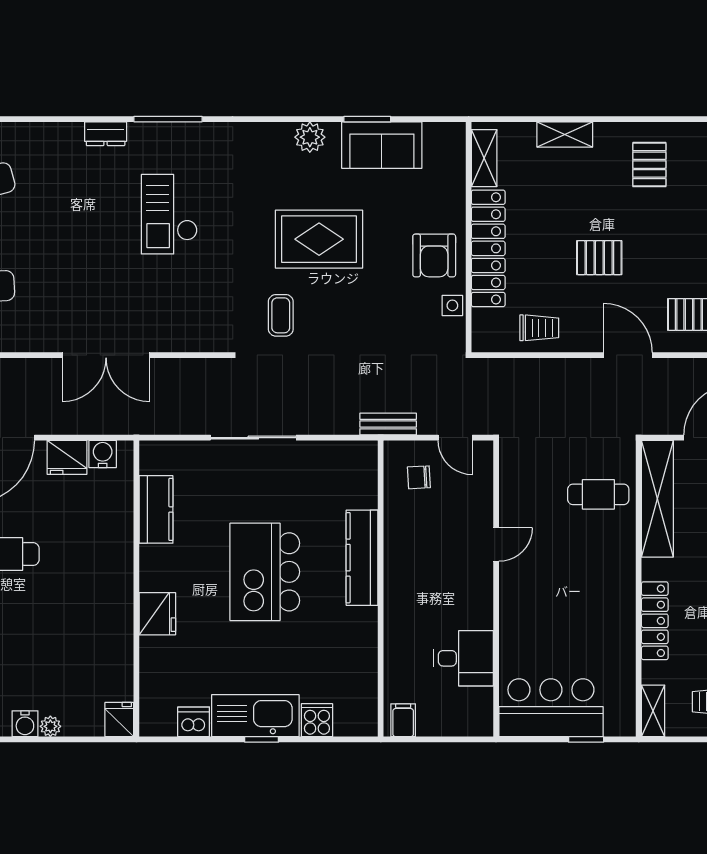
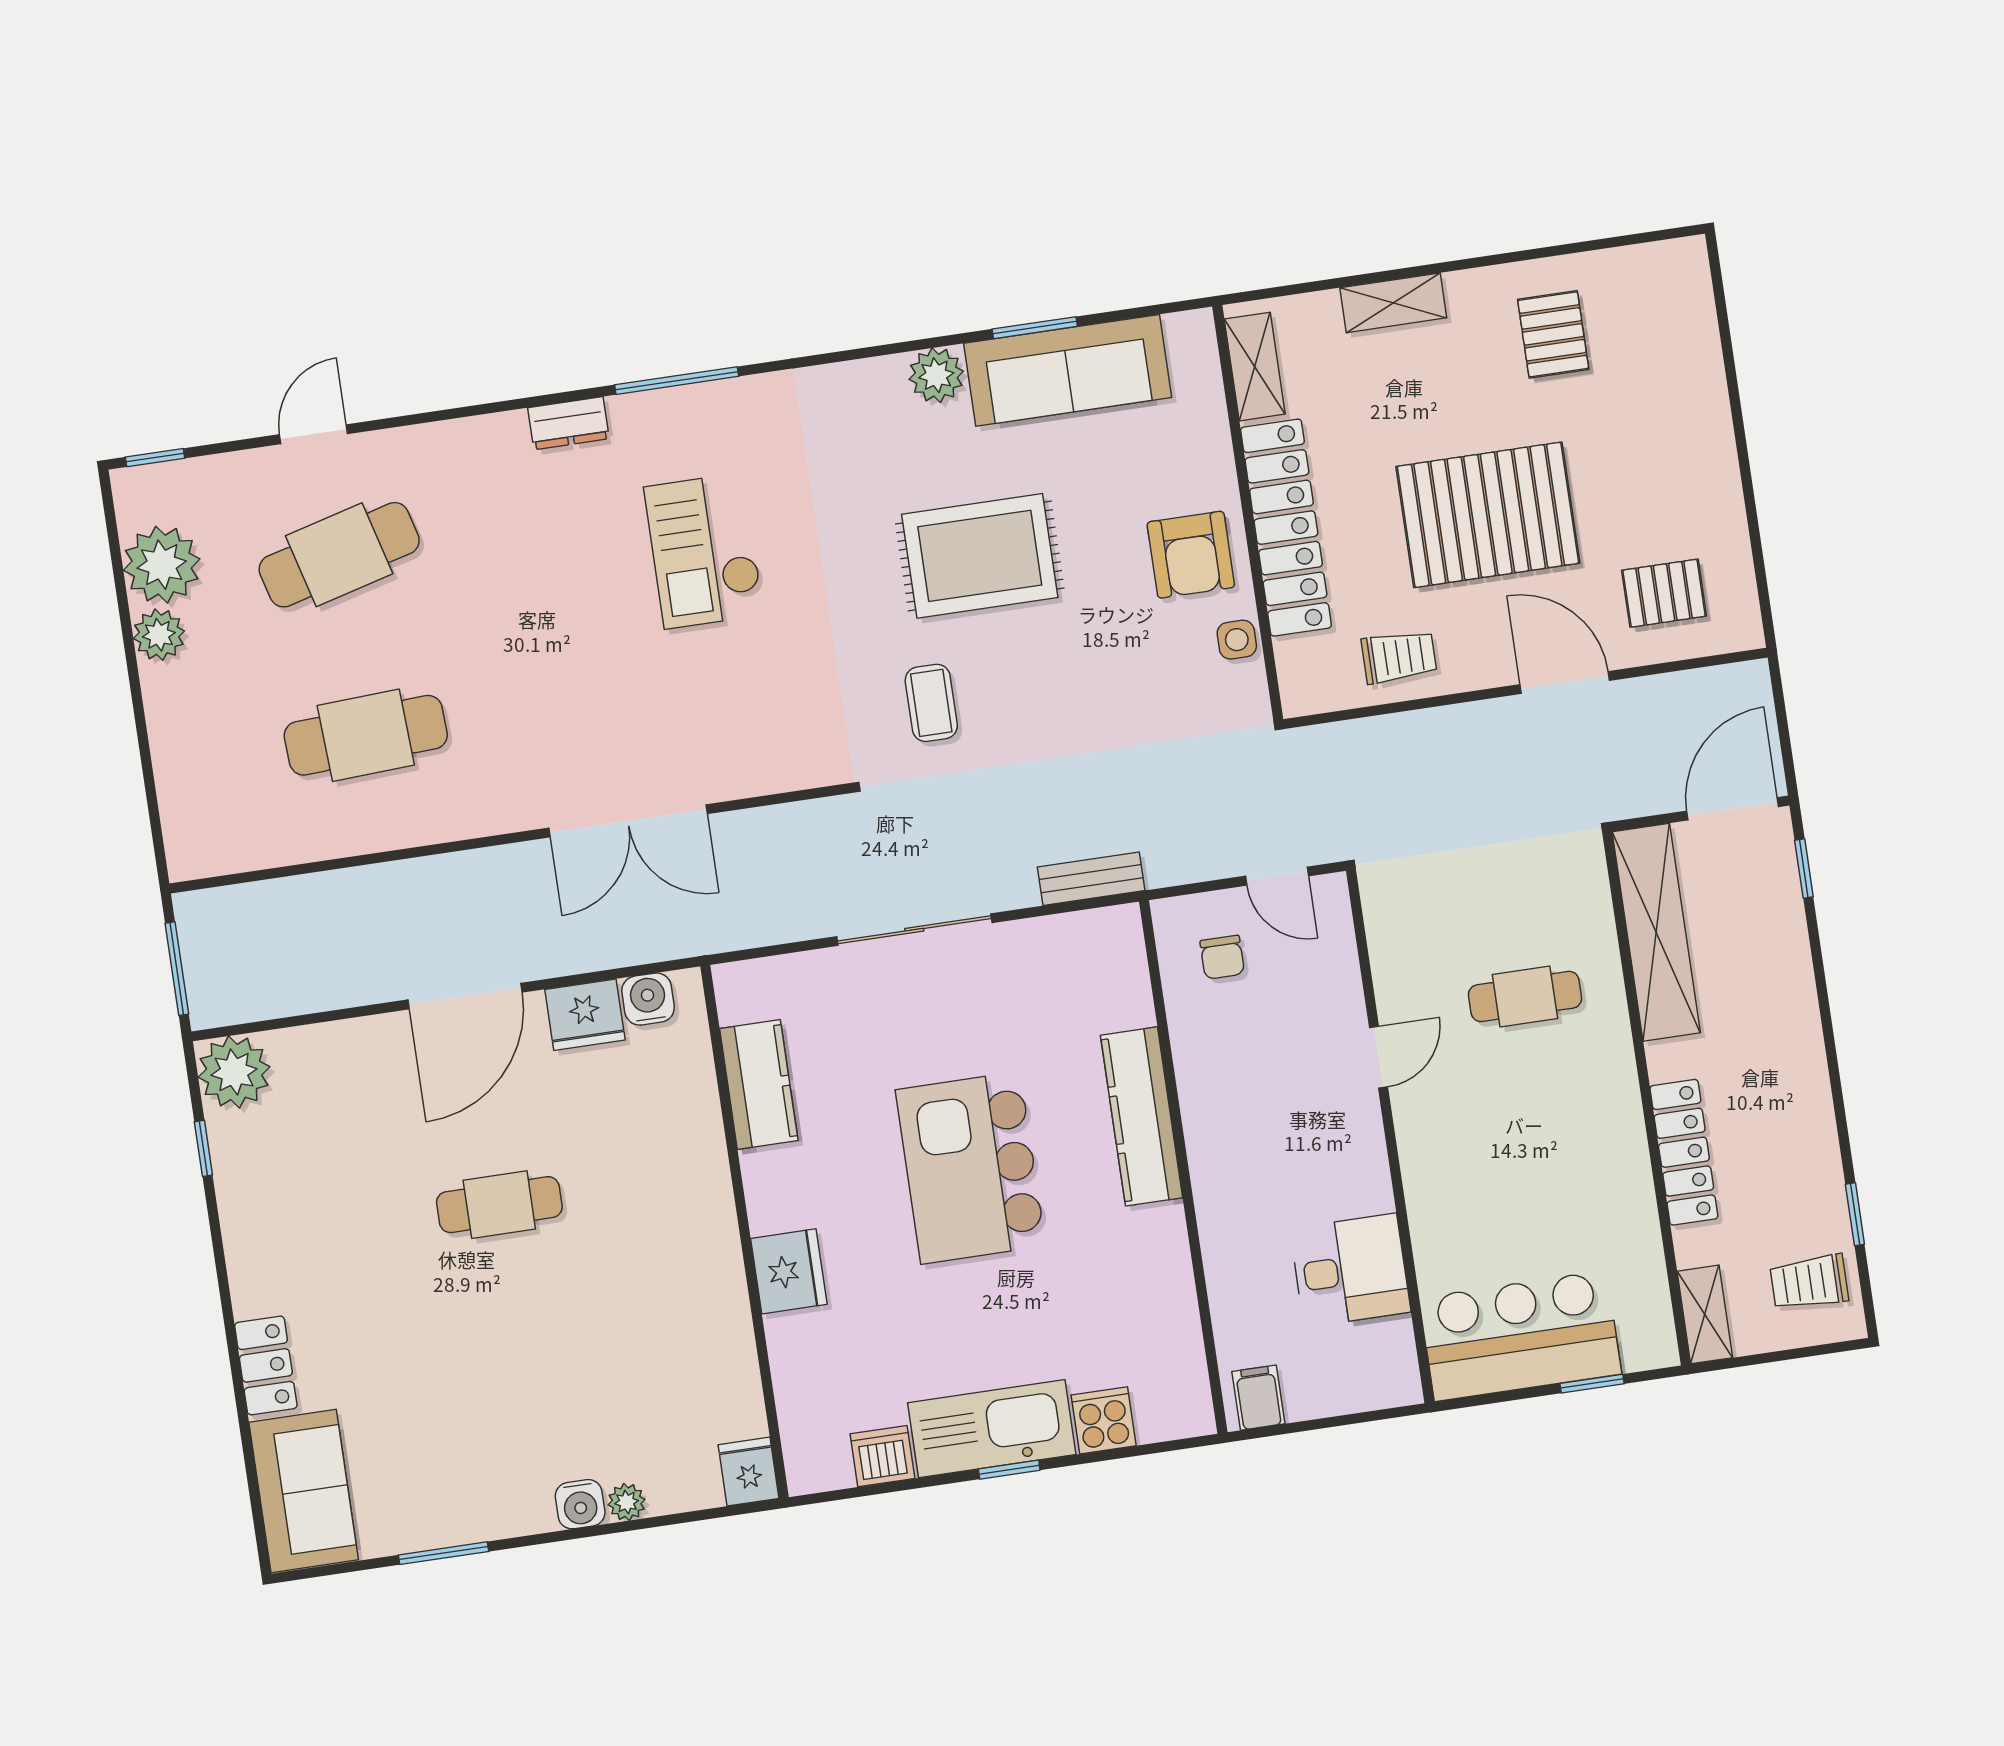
sofa: (382, 145) -> (1068, 370), width x1.36
pallet: (599, 258) -> (1488, 515), width x2.05, depth x2.00
bench: (388, 424) -> (1091, 879), moved
chair: (419, 477) -> (1222, 957), turned -87
cafe table: (598, 494) -> (1525, 996), moved

